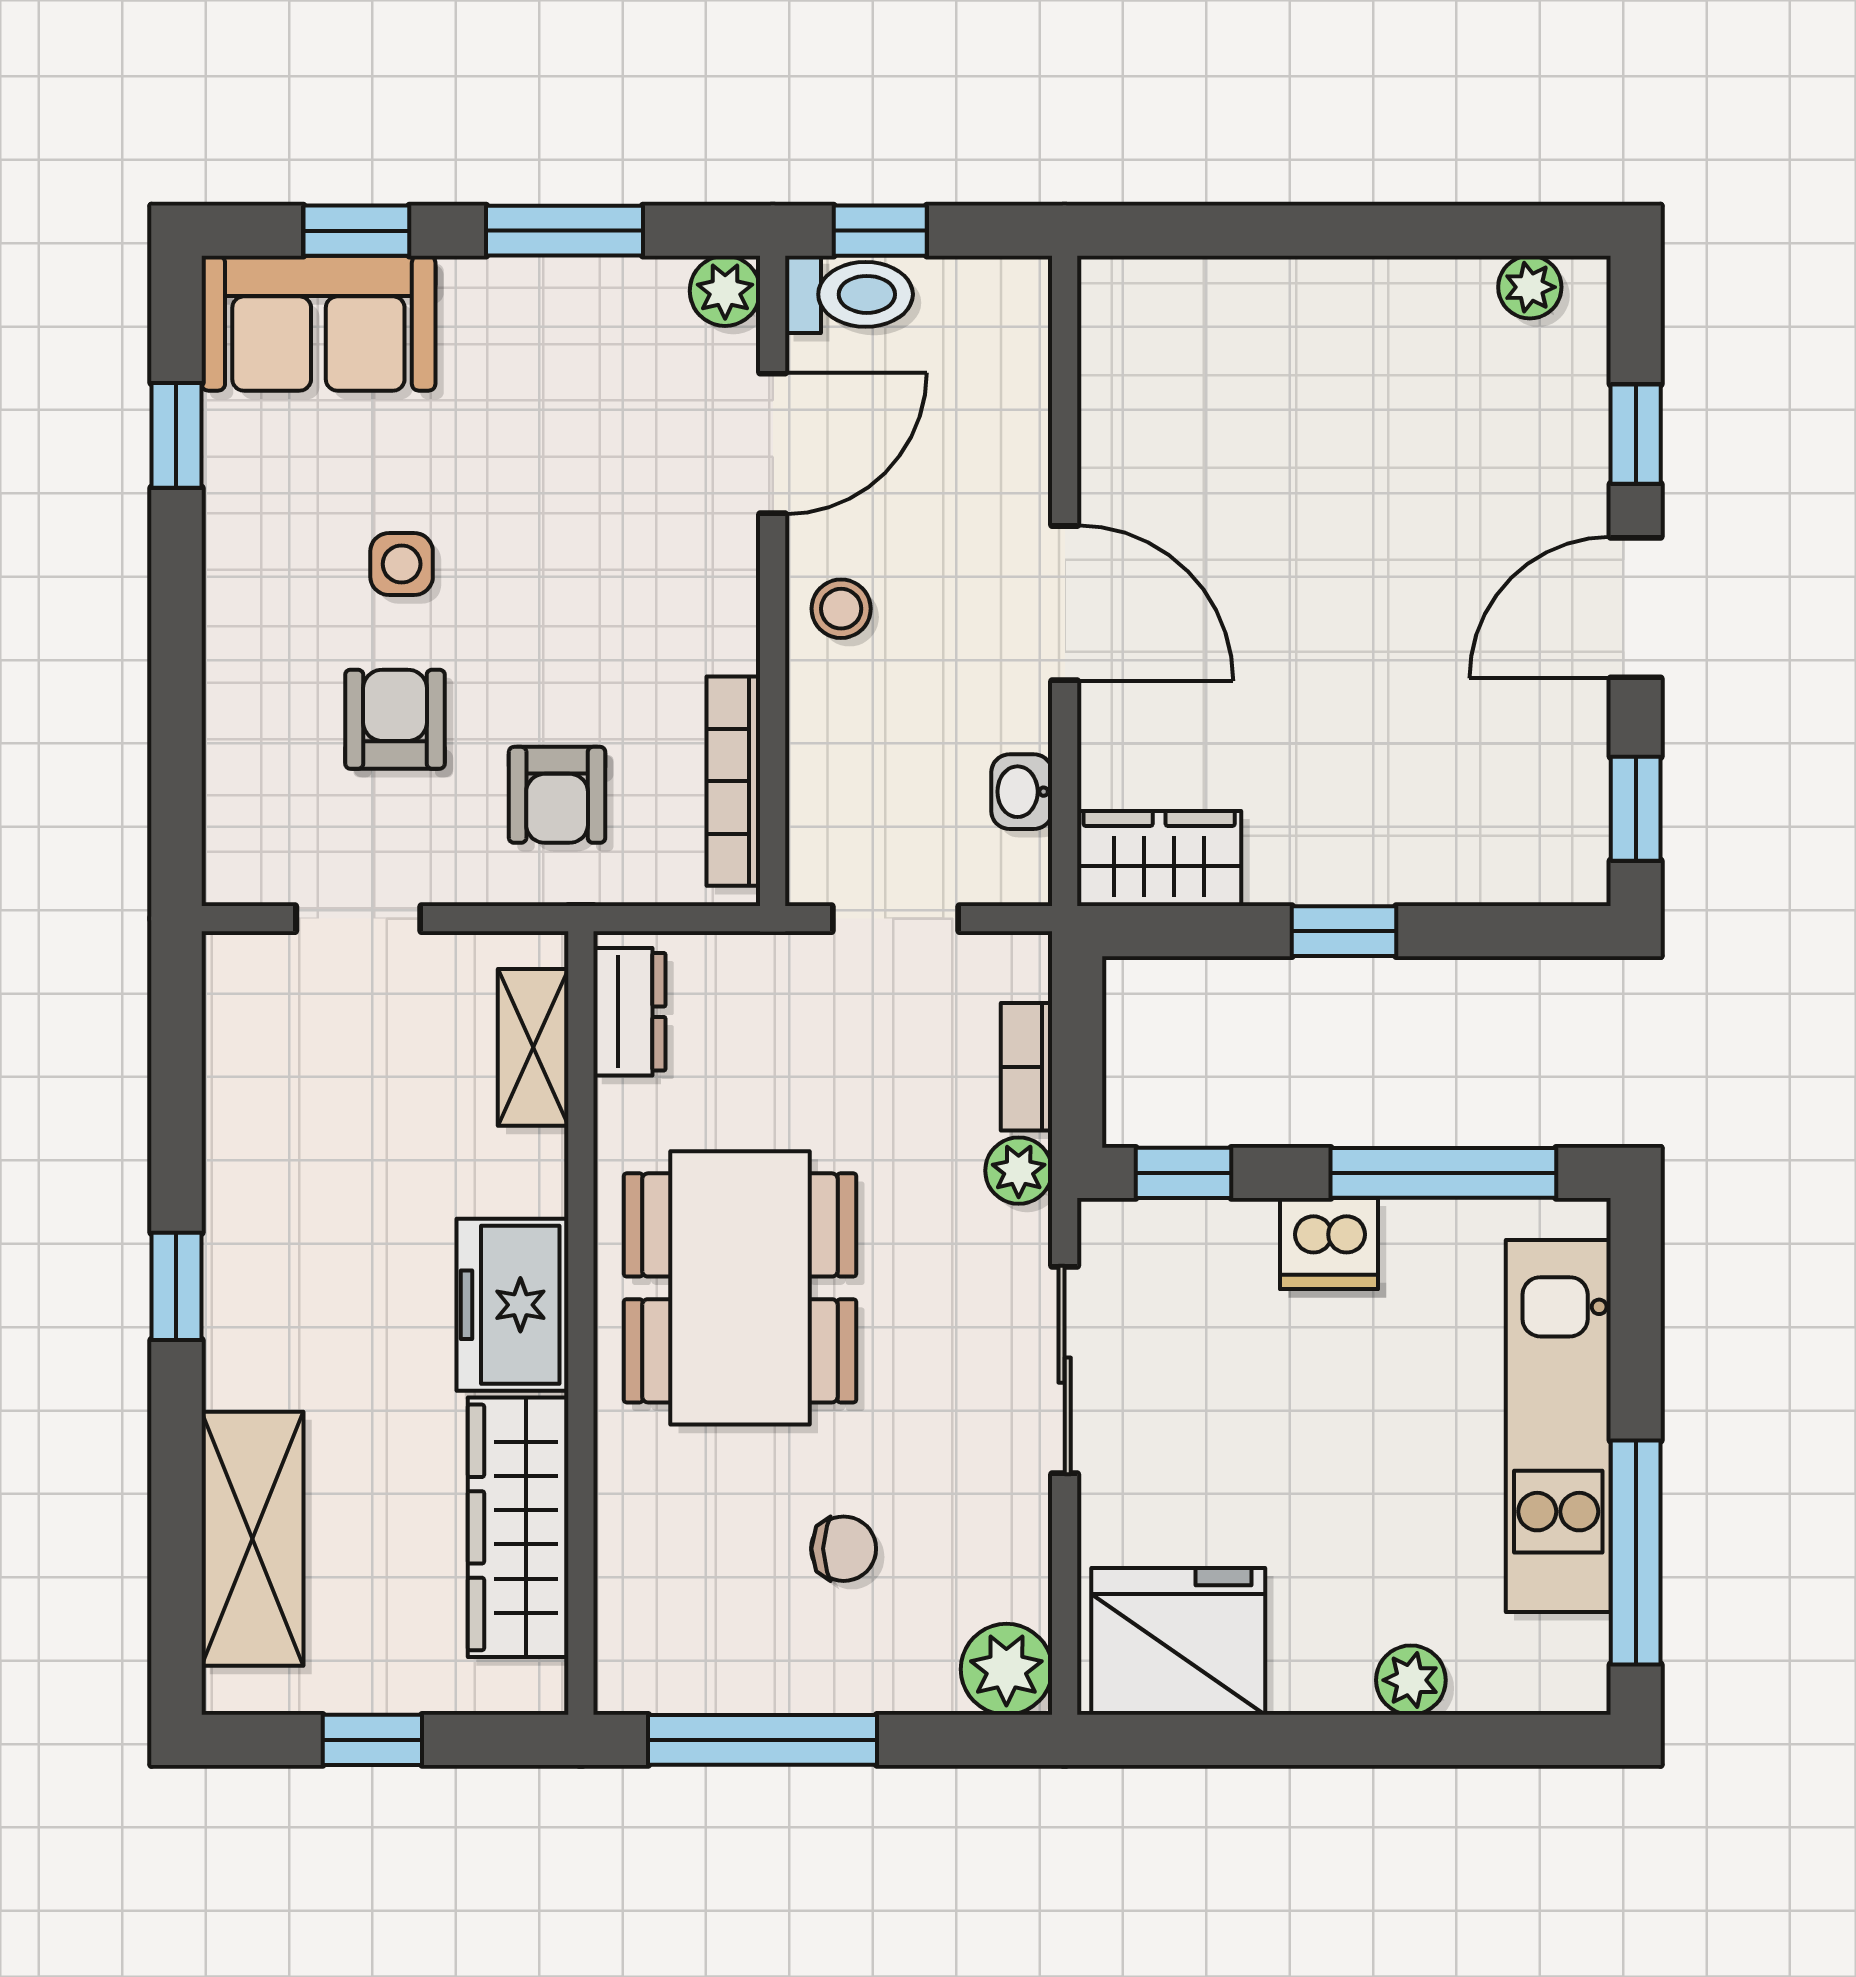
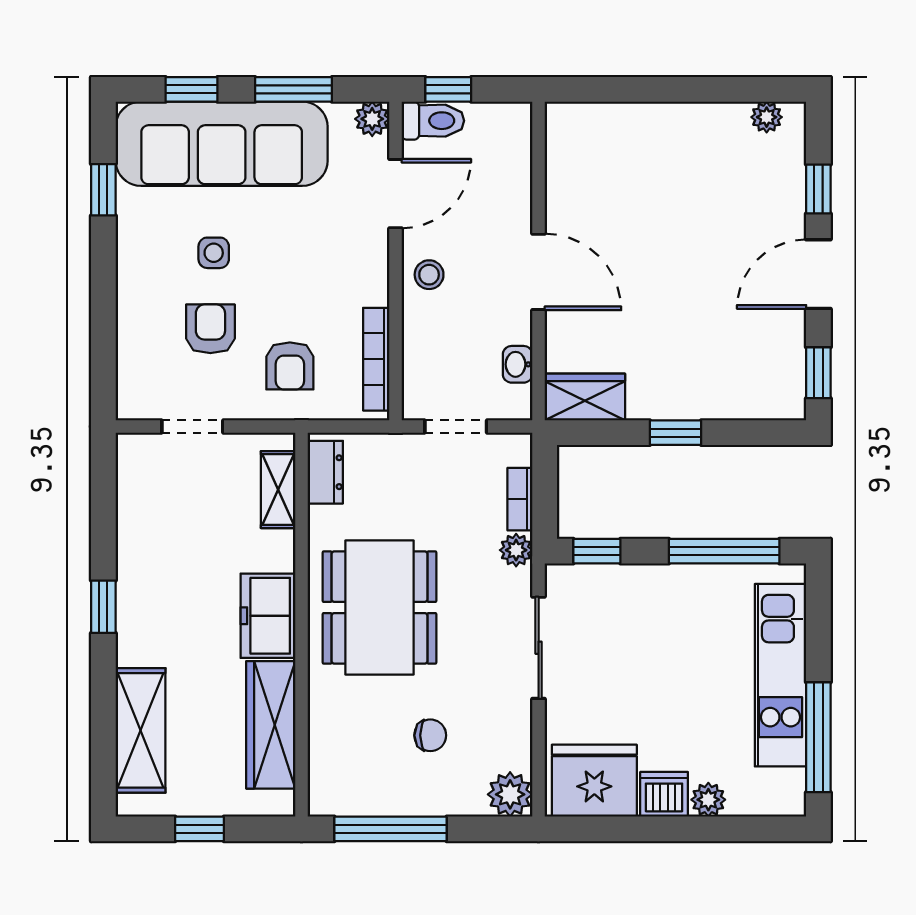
sofa: (318, 323) -> (222, 144), width x1.85, depth x1.27
dishwasher: (1329, 1244) -> (664, 794), moved, turned 180

